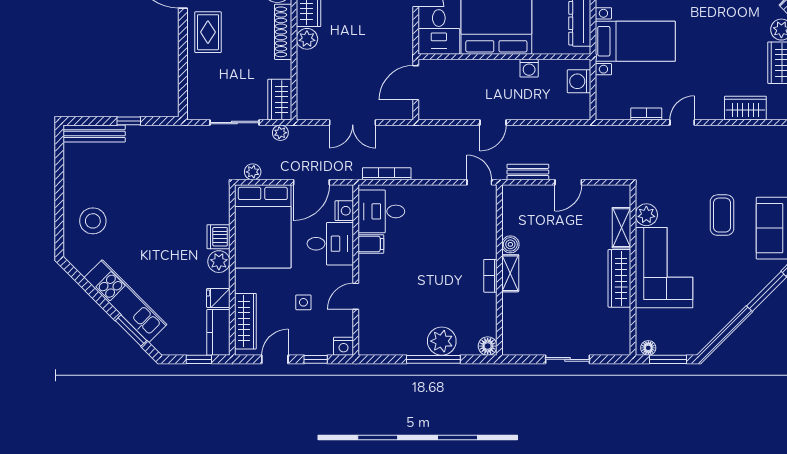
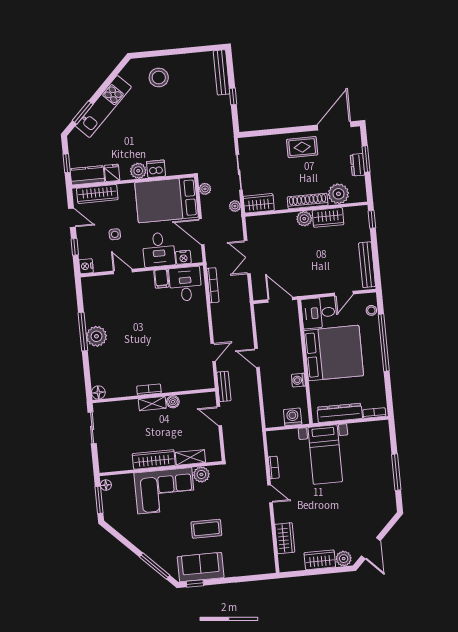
boiler: (510, 244) -> (173, 402), moved
wall: (499, 270) -> (154, 396), moved
shelving: (510, 273) -> (152, 404), moved
bookcase: (490, 276) -> (149, 390), moved
floor lamp: (488, 346) -> (98, 392), moved

